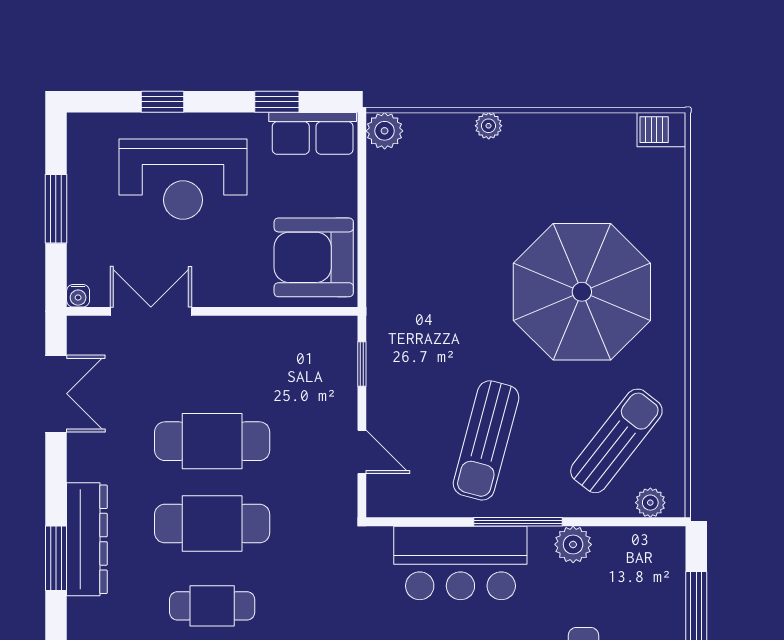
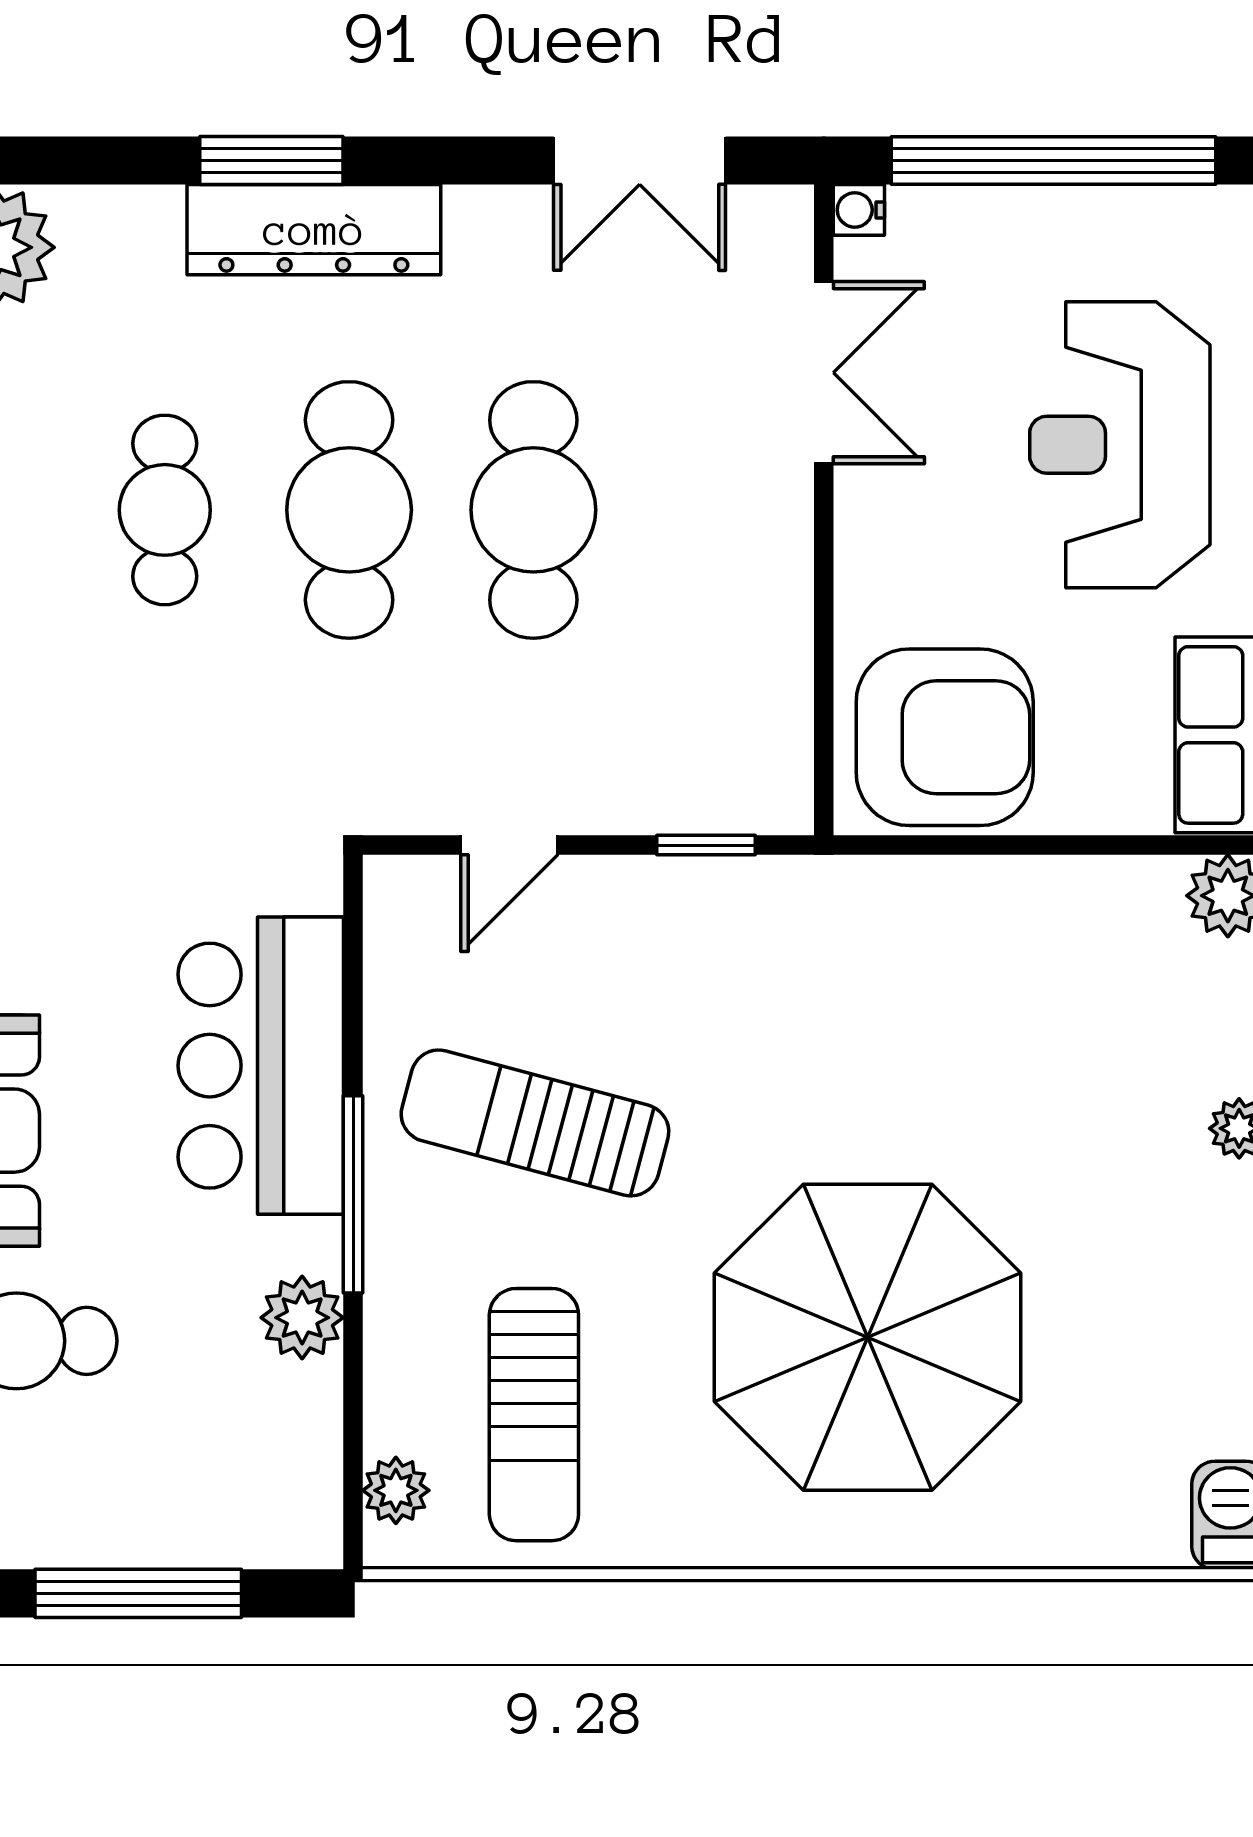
window: (56, 209) -> (1054, 161), width x2.11
armchair: (314, 257) -> (945, 737), turned 90
sun lounger: (616, 441) -> (534, 1415), turned 52

